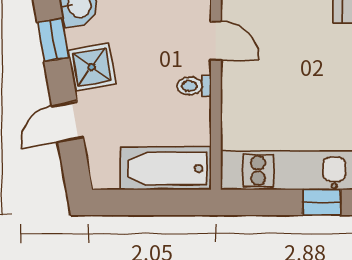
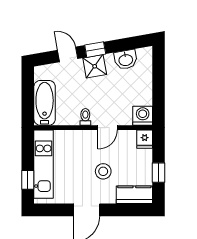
window: (53, 40) -> (95, 50), moved
stool: (304, 50) -> (103, 171), added

